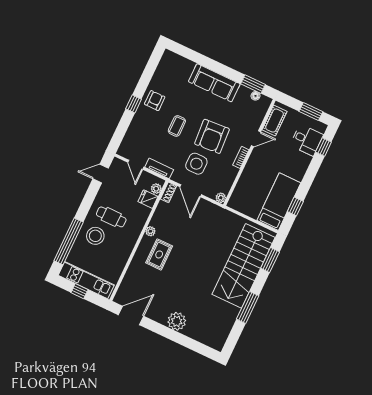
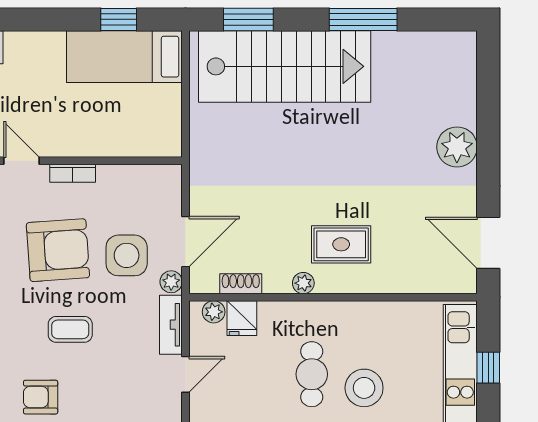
shoe rack: (168, 192) -> (241, 284), moved
plant: (221, 198) -> (171, 282), moved

